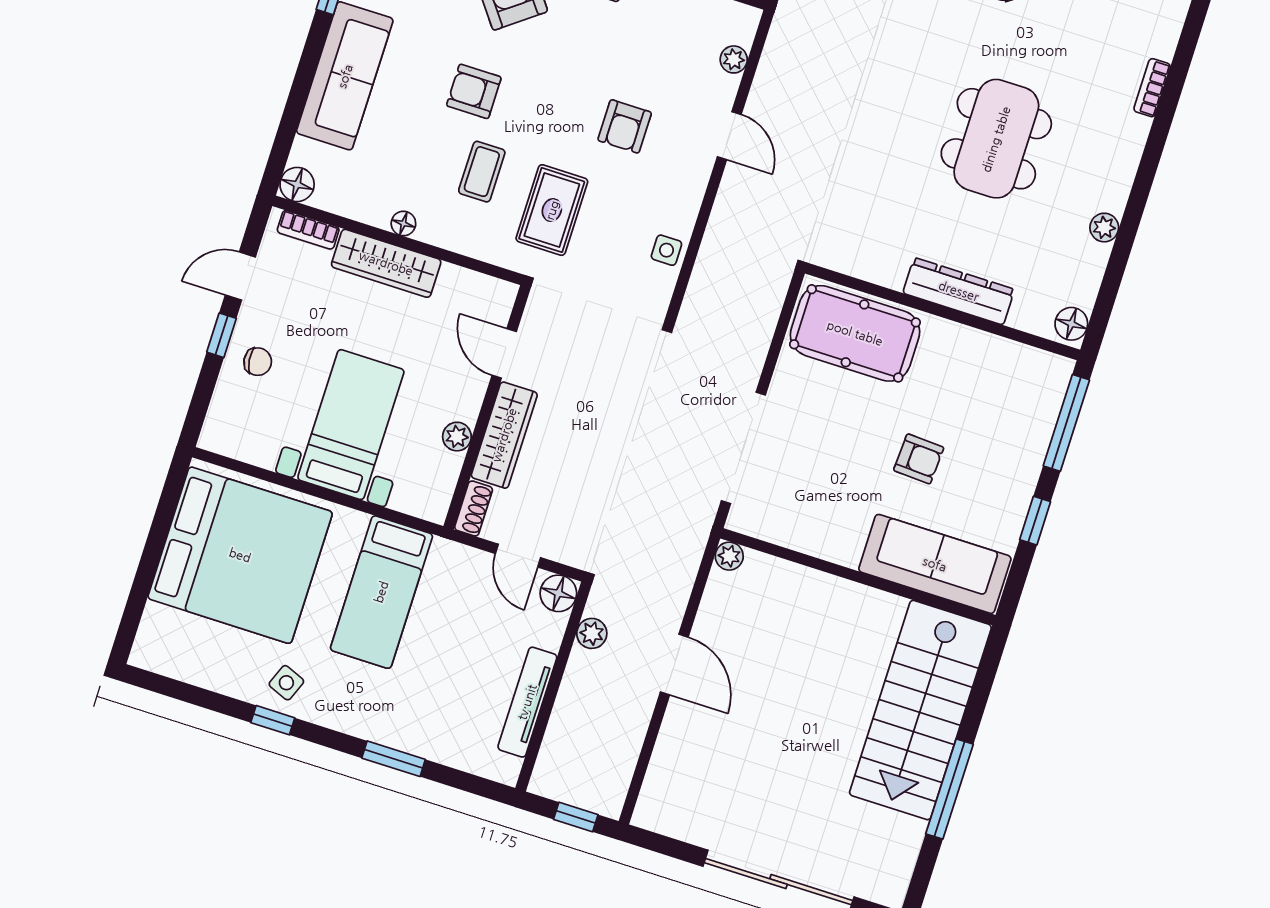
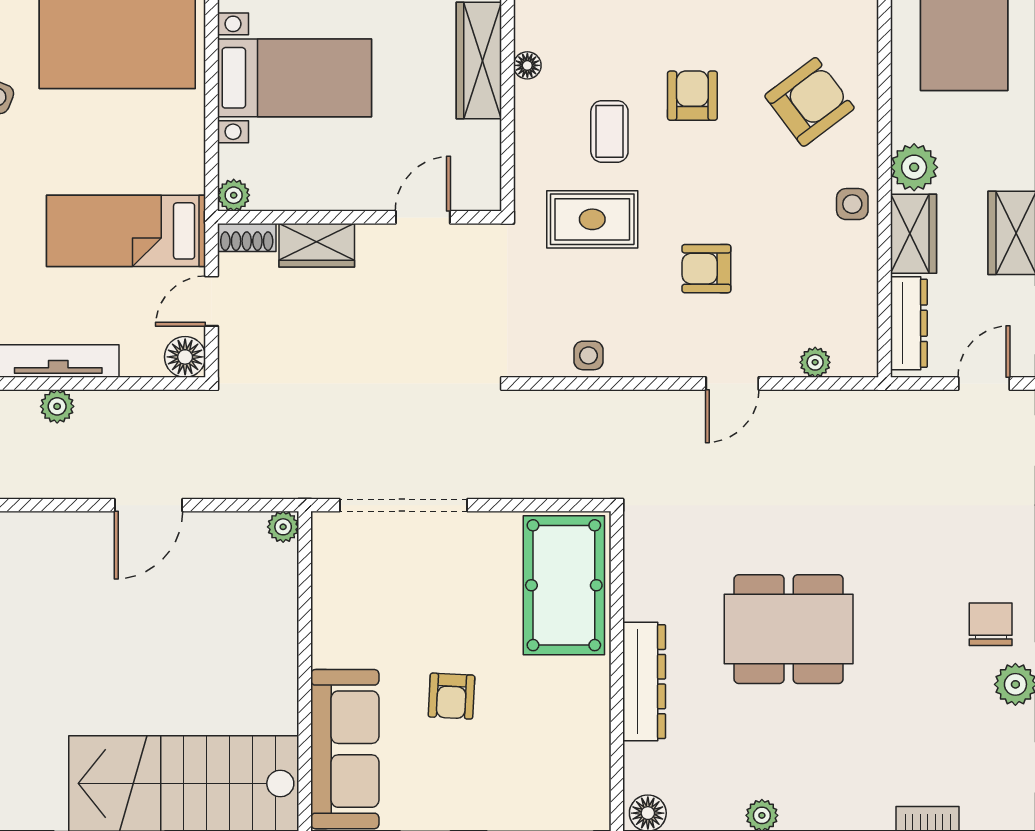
dining table: (996, 139) -> (789, 629), moved
coffee table: (482, 172) -> (609, 131), turned 90
wardrobe: (504, 435) -> (317, 245), width x0.67
plant: (457, 437) -> (234, 195), moved
bed: (381, 592) -> (126, 231), moved
plant: (592, 633) -> (57, 406), moved

